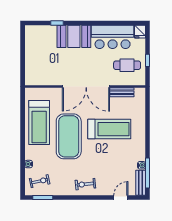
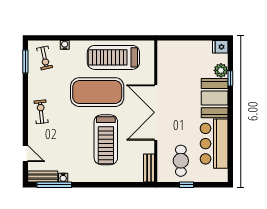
plant: (50, 31) -> (221, 70), added
fridge: (140, 32) -> (220, 47), moved
bench: (122, 92) -> (149, 168), moved

